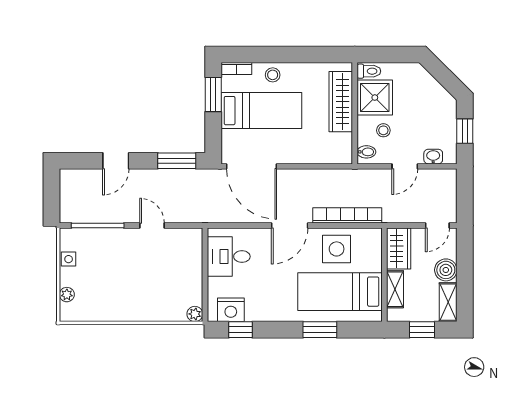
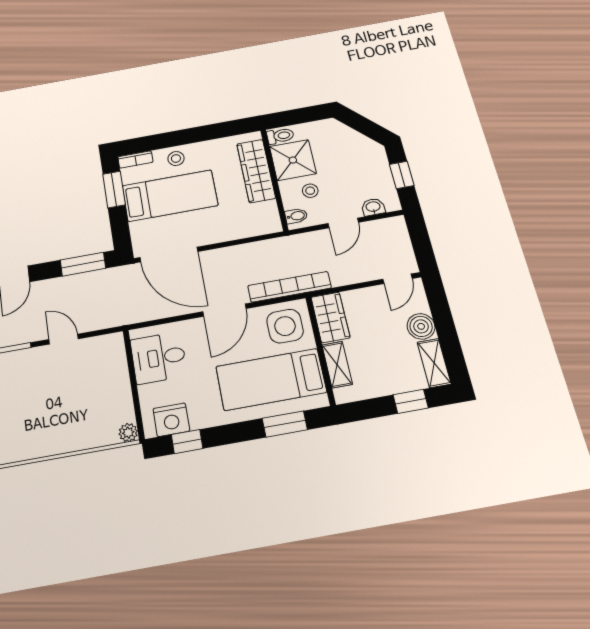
wardrobe: (399, 248) -> (330, 317), moved
wall: (384, 275) -> (320, 350), moved
shelving: (395, 289) -> (337, 365), moved
bed: (340, 292) -> (271, 379), moved

